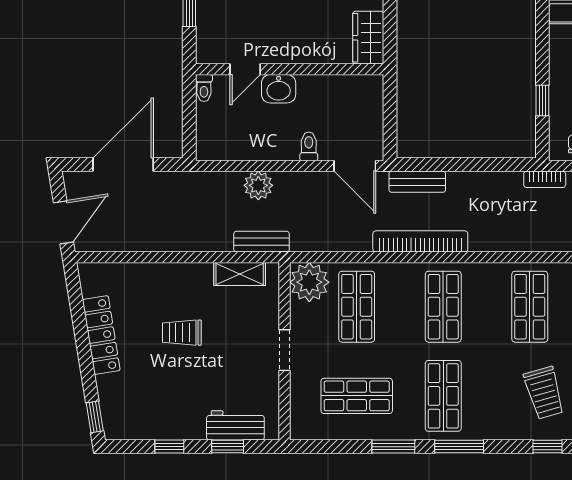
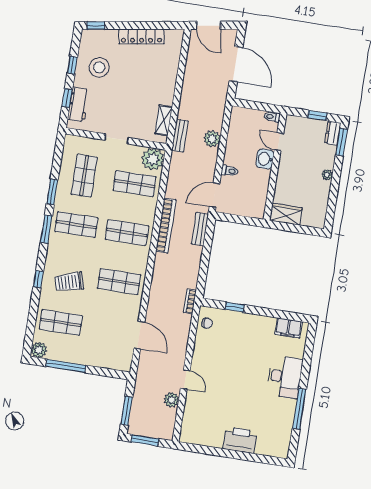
trolley: (182, 333) -> (136, 82), removed
stool: (166, 400) -> (99, 67), added

